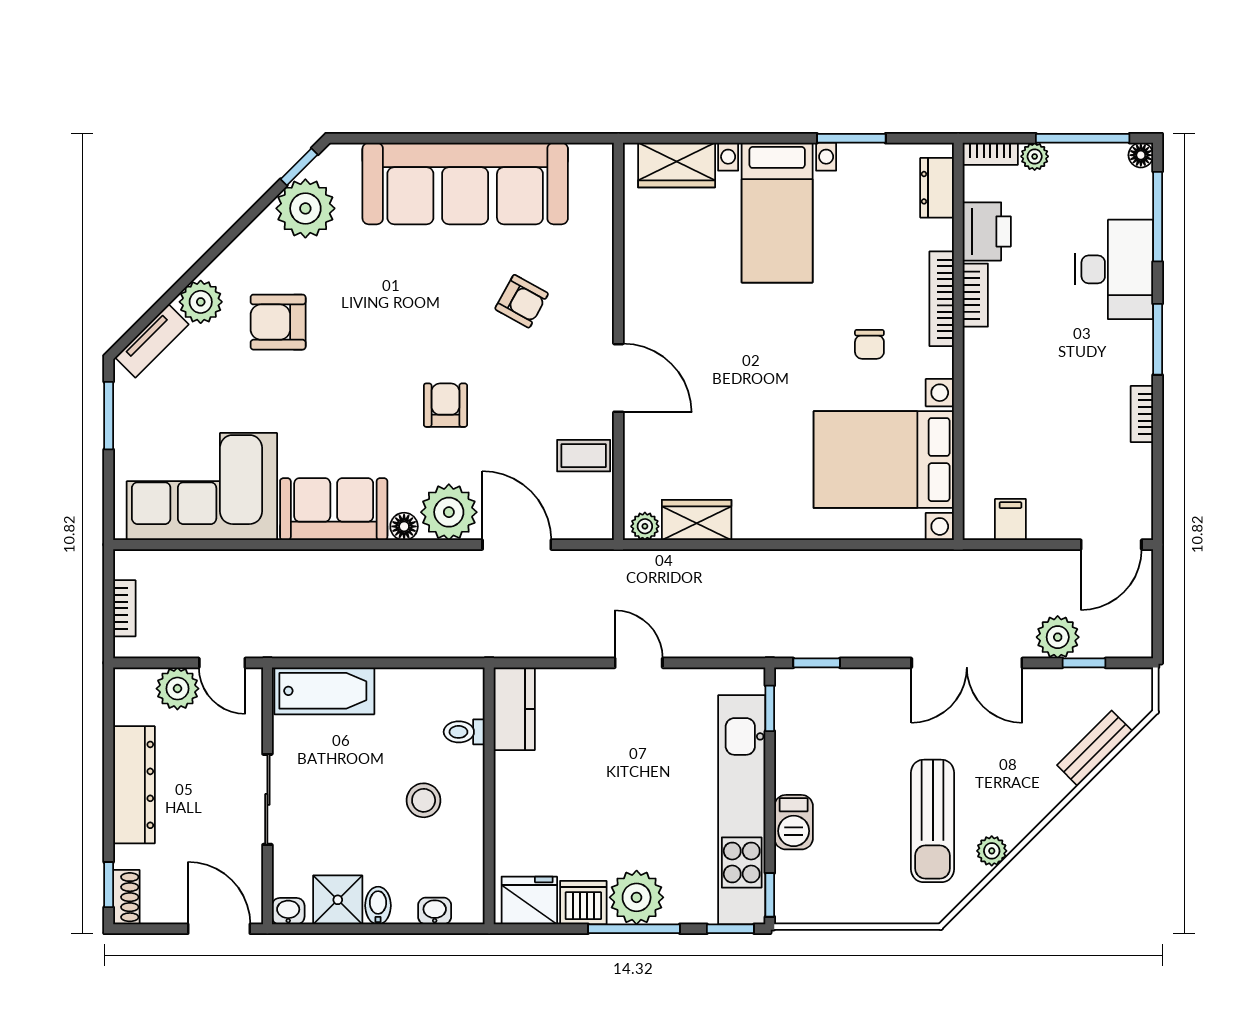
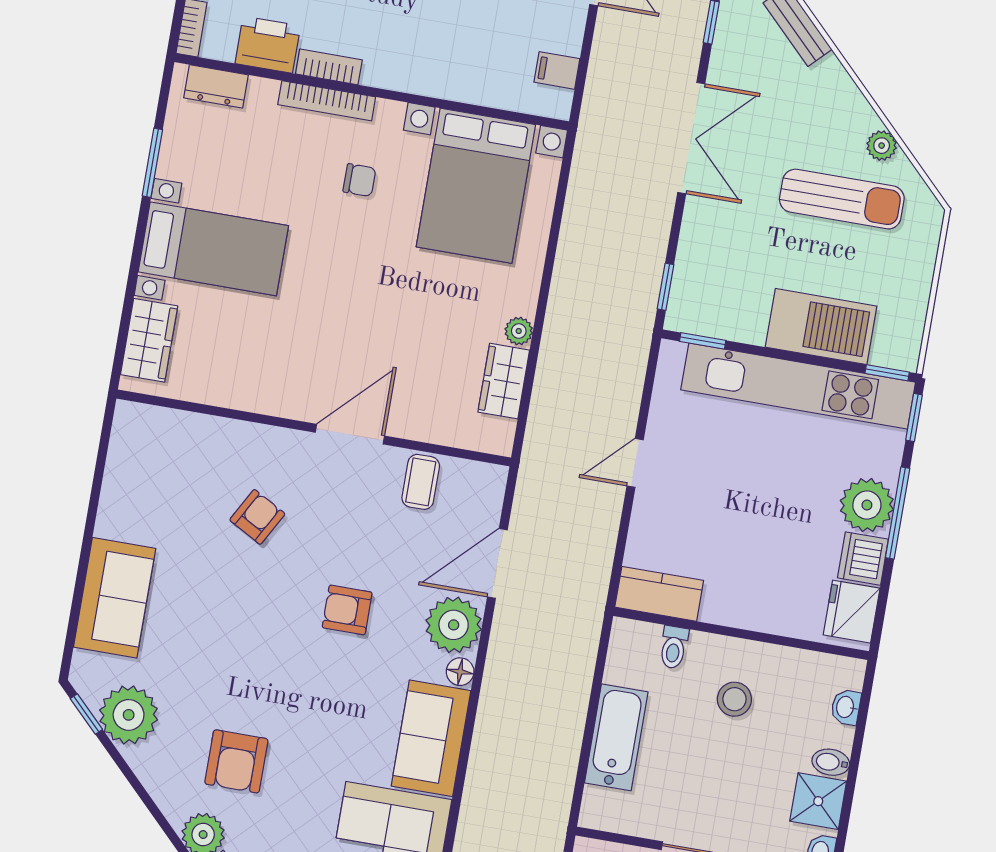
sofa: (465, 184) -> (115, 598), width x0.54, depth x0.79
plant: (645, 526) -> (519, 331), moved
plant: (1058, 637) -> (681, 44), removed
bathtub: (324, 691) -> (616, 737), moved
barbecue: (794, 822) -> (821, 327), width x1.88, depth x1.53

